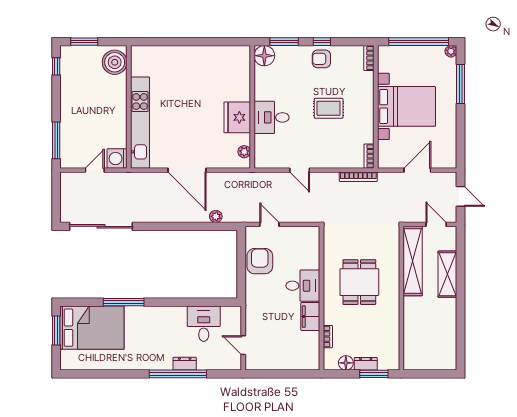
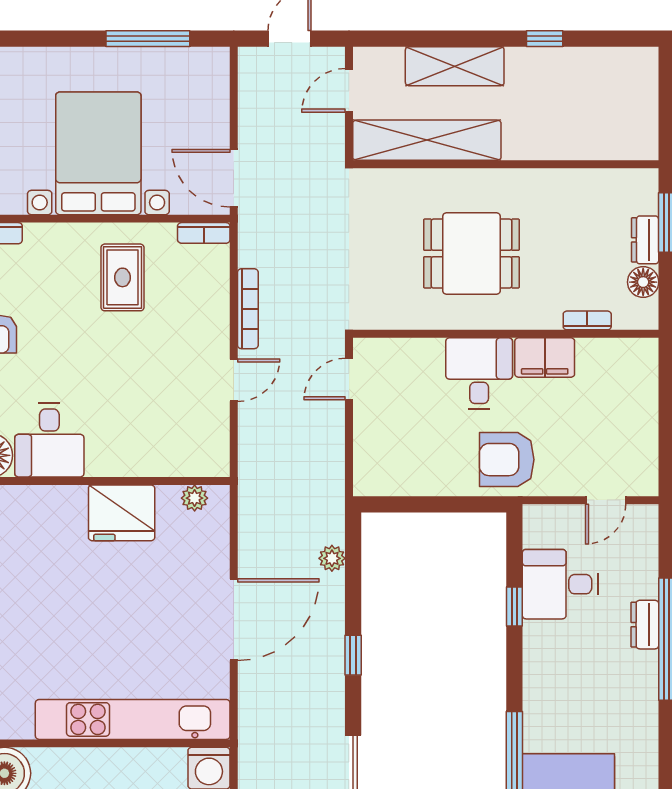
window: (460, 84) -> (148, 39), moved
rug: (329, 108) -> (123, 277), moved
desk: (272, 117) -> (49, 440), moved
door: (417, 170) -> (234, 178), moved
bookcase: (358, 177) -> (248, 309), moved
door: (269, 224) -> (349, 379), moved
window: (170, 226) -> (353, 655), added
armchair: (260, 261) -> (507, 460), moved
window: (193, 302) -> (514, 607), added
window: (460, 316) -> (545, 39), added

